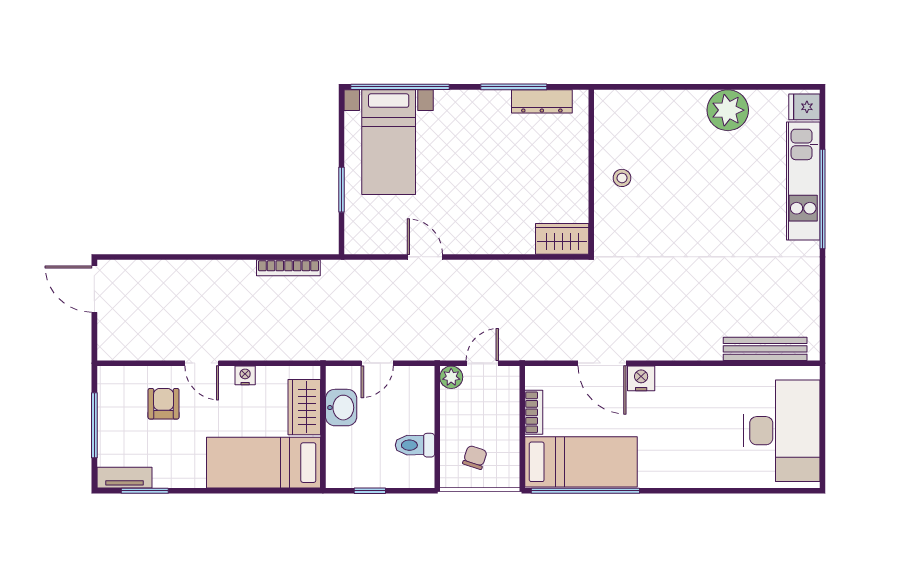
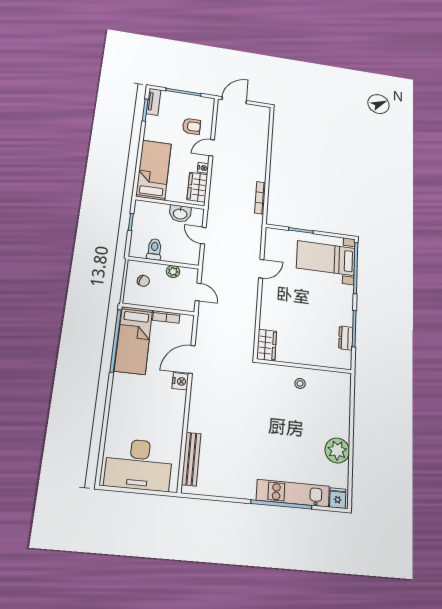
dresser: (542, 101) -> (346, 338), width x0.70
door: (94, 289) -> (234, 100), moved
plant: (451, 377) -> (173, 272), moved
wardrobe: (304, 407) -> (197, 187), moved, turned -90

